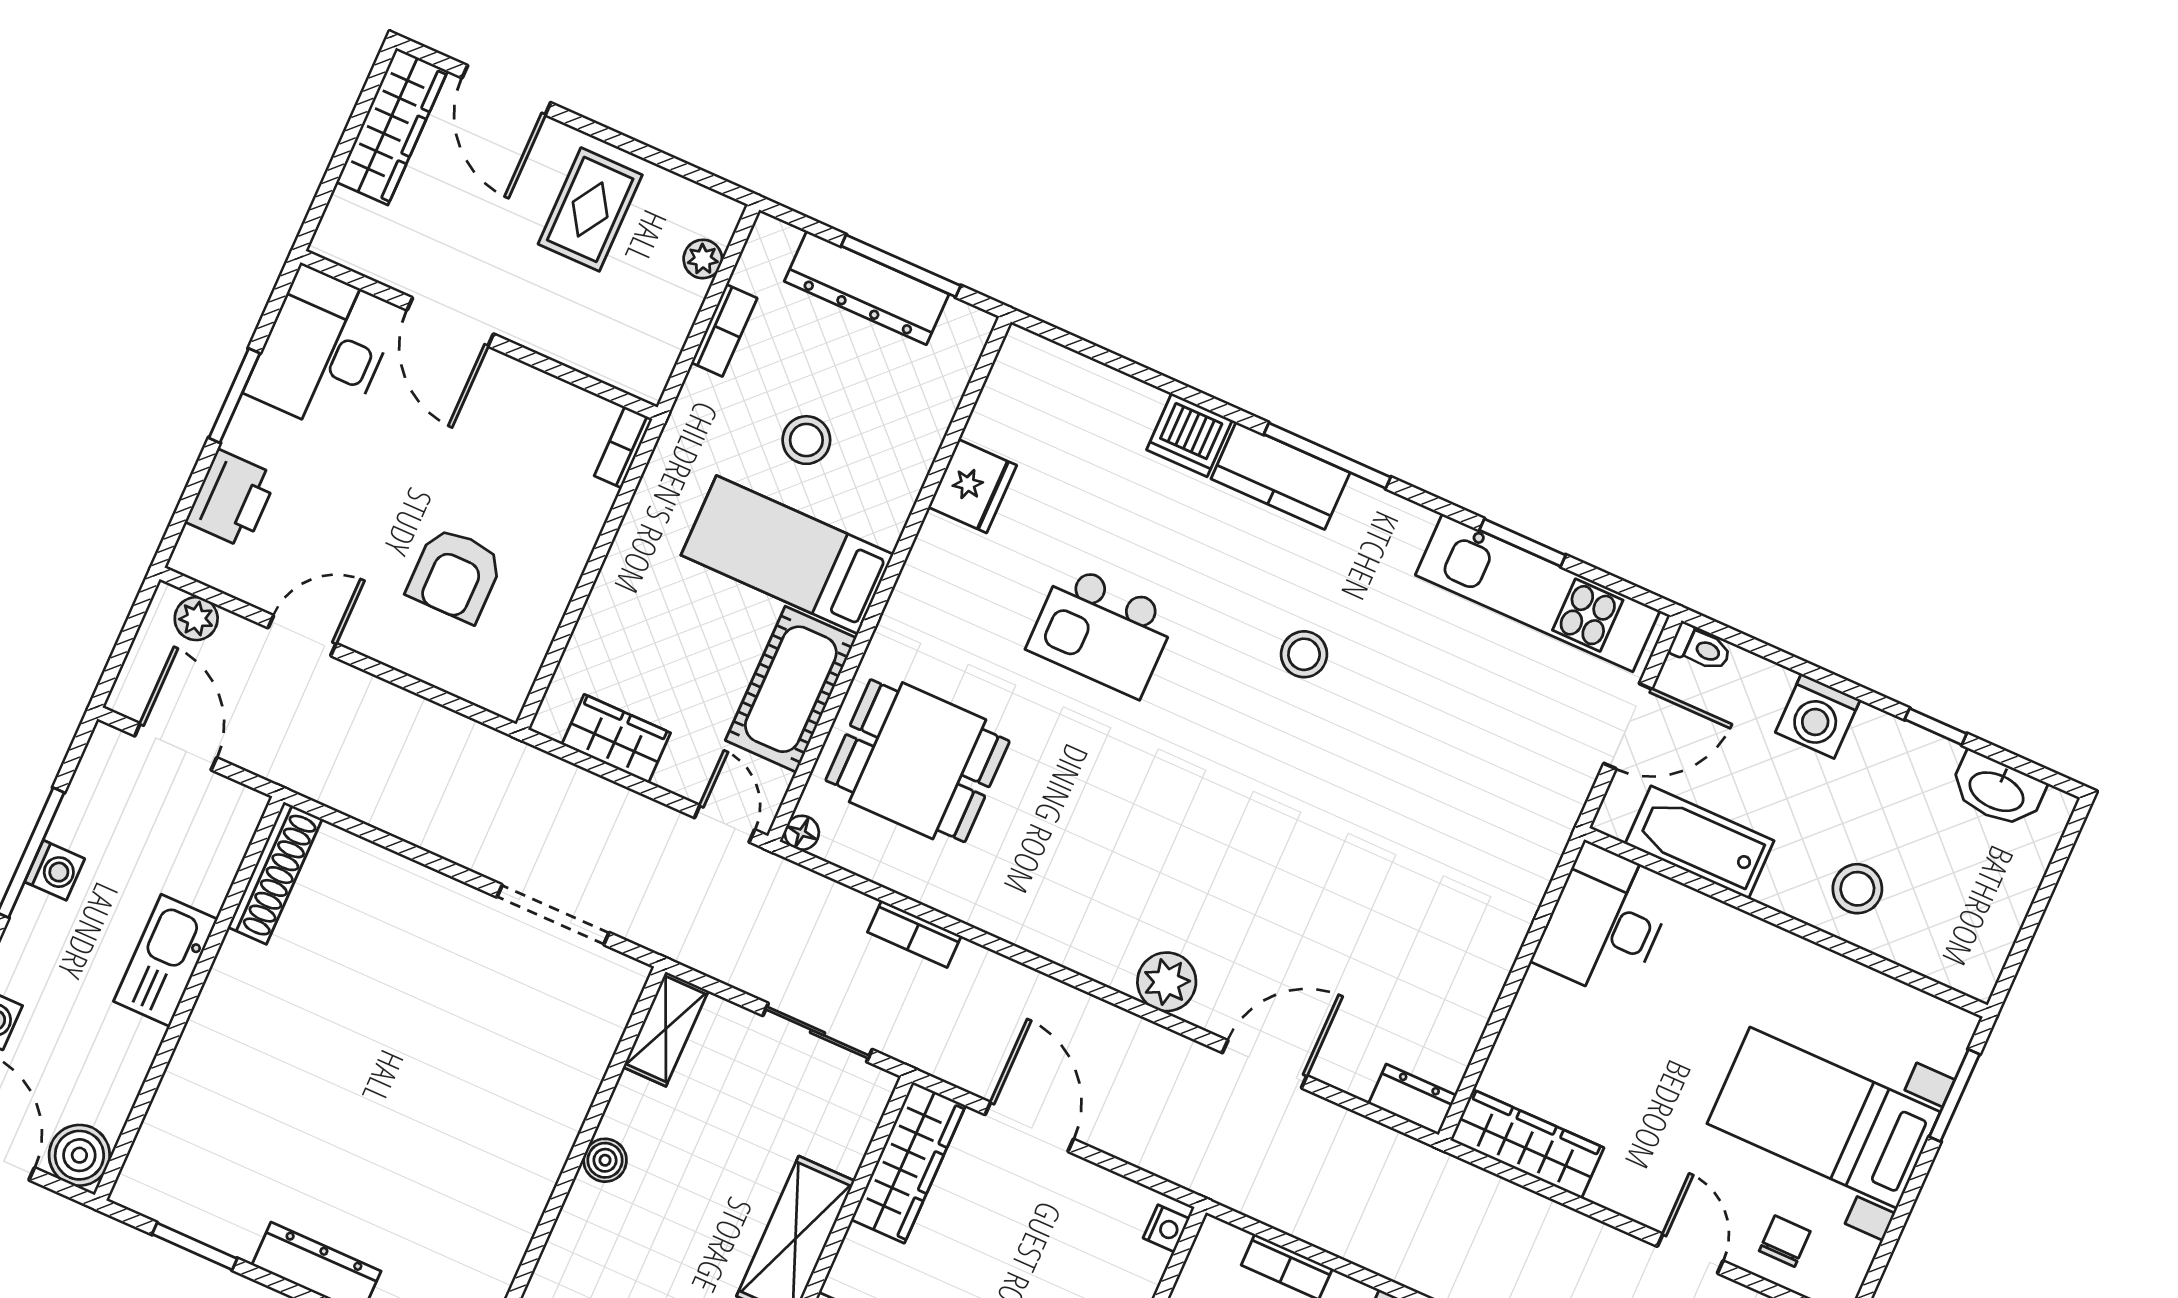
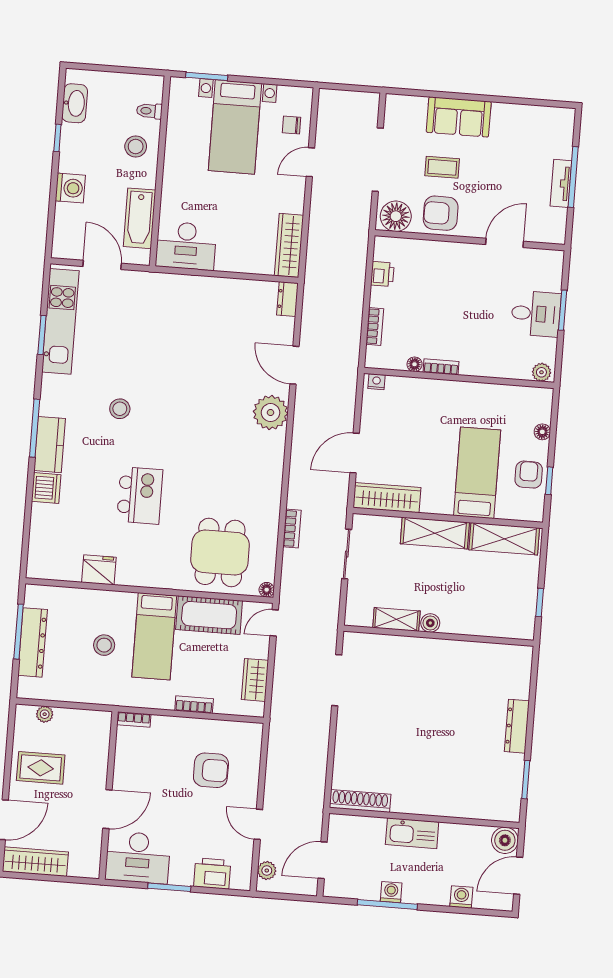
bookcase: (724, 330) -> (194, 705), moved
toilet: (1701, 648) -> (149, 111), moved, turned -90
plant: (1167, 982) -> (271, 413), width x1.36, depth x1.36
shelving: (666, 1029) -> (396, 619), moved

